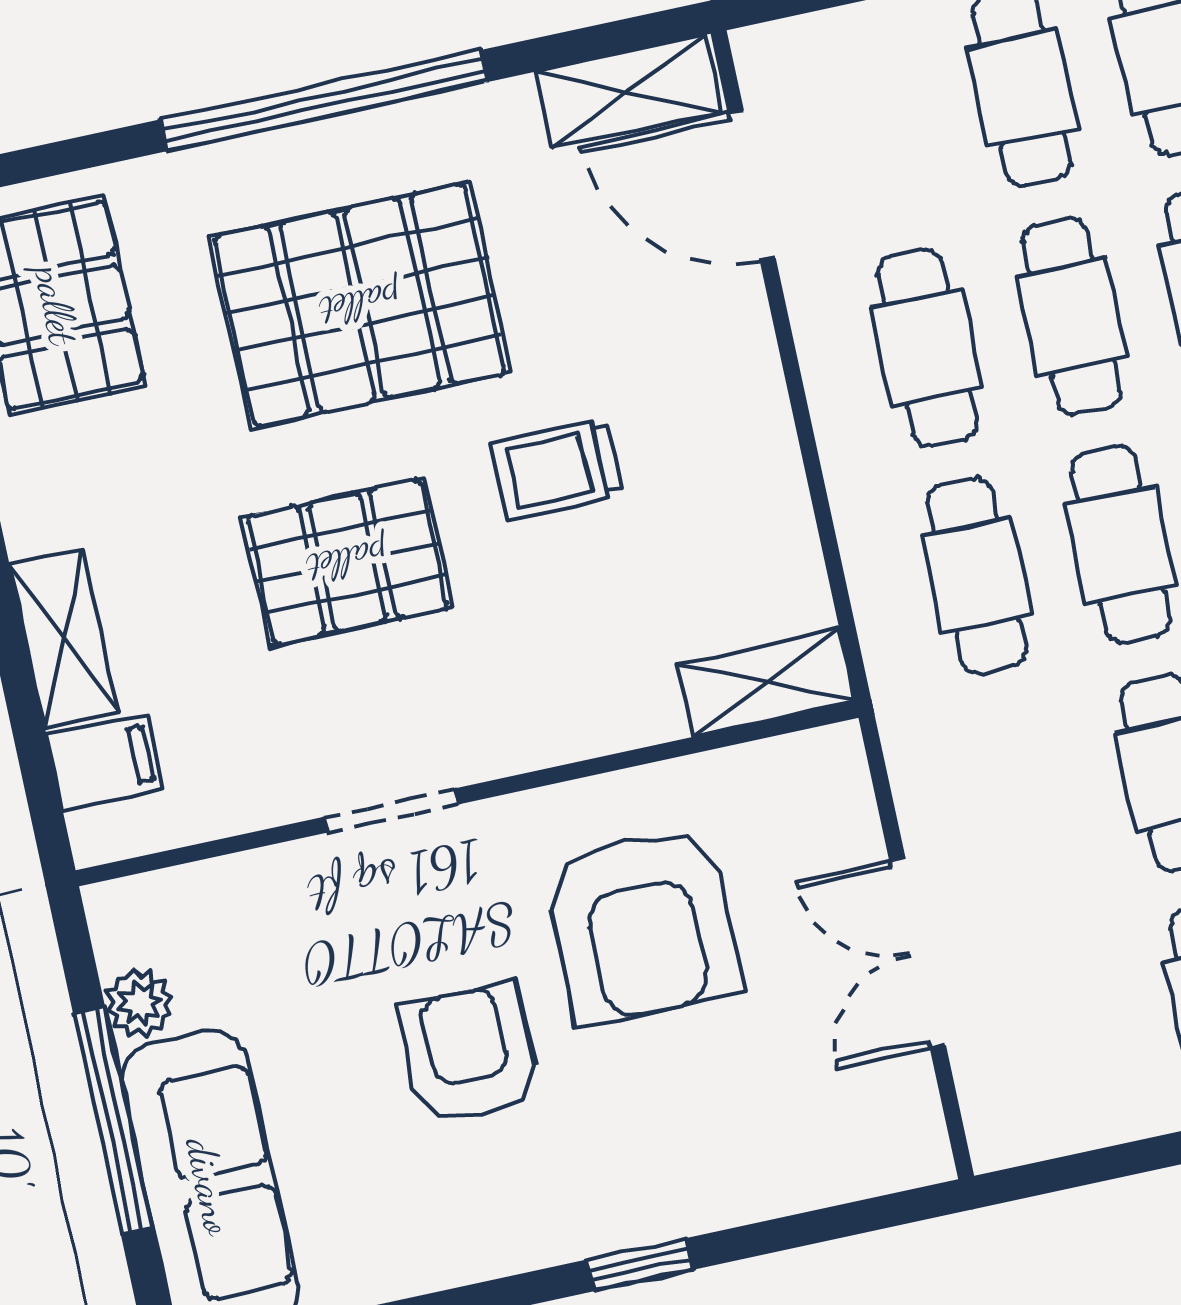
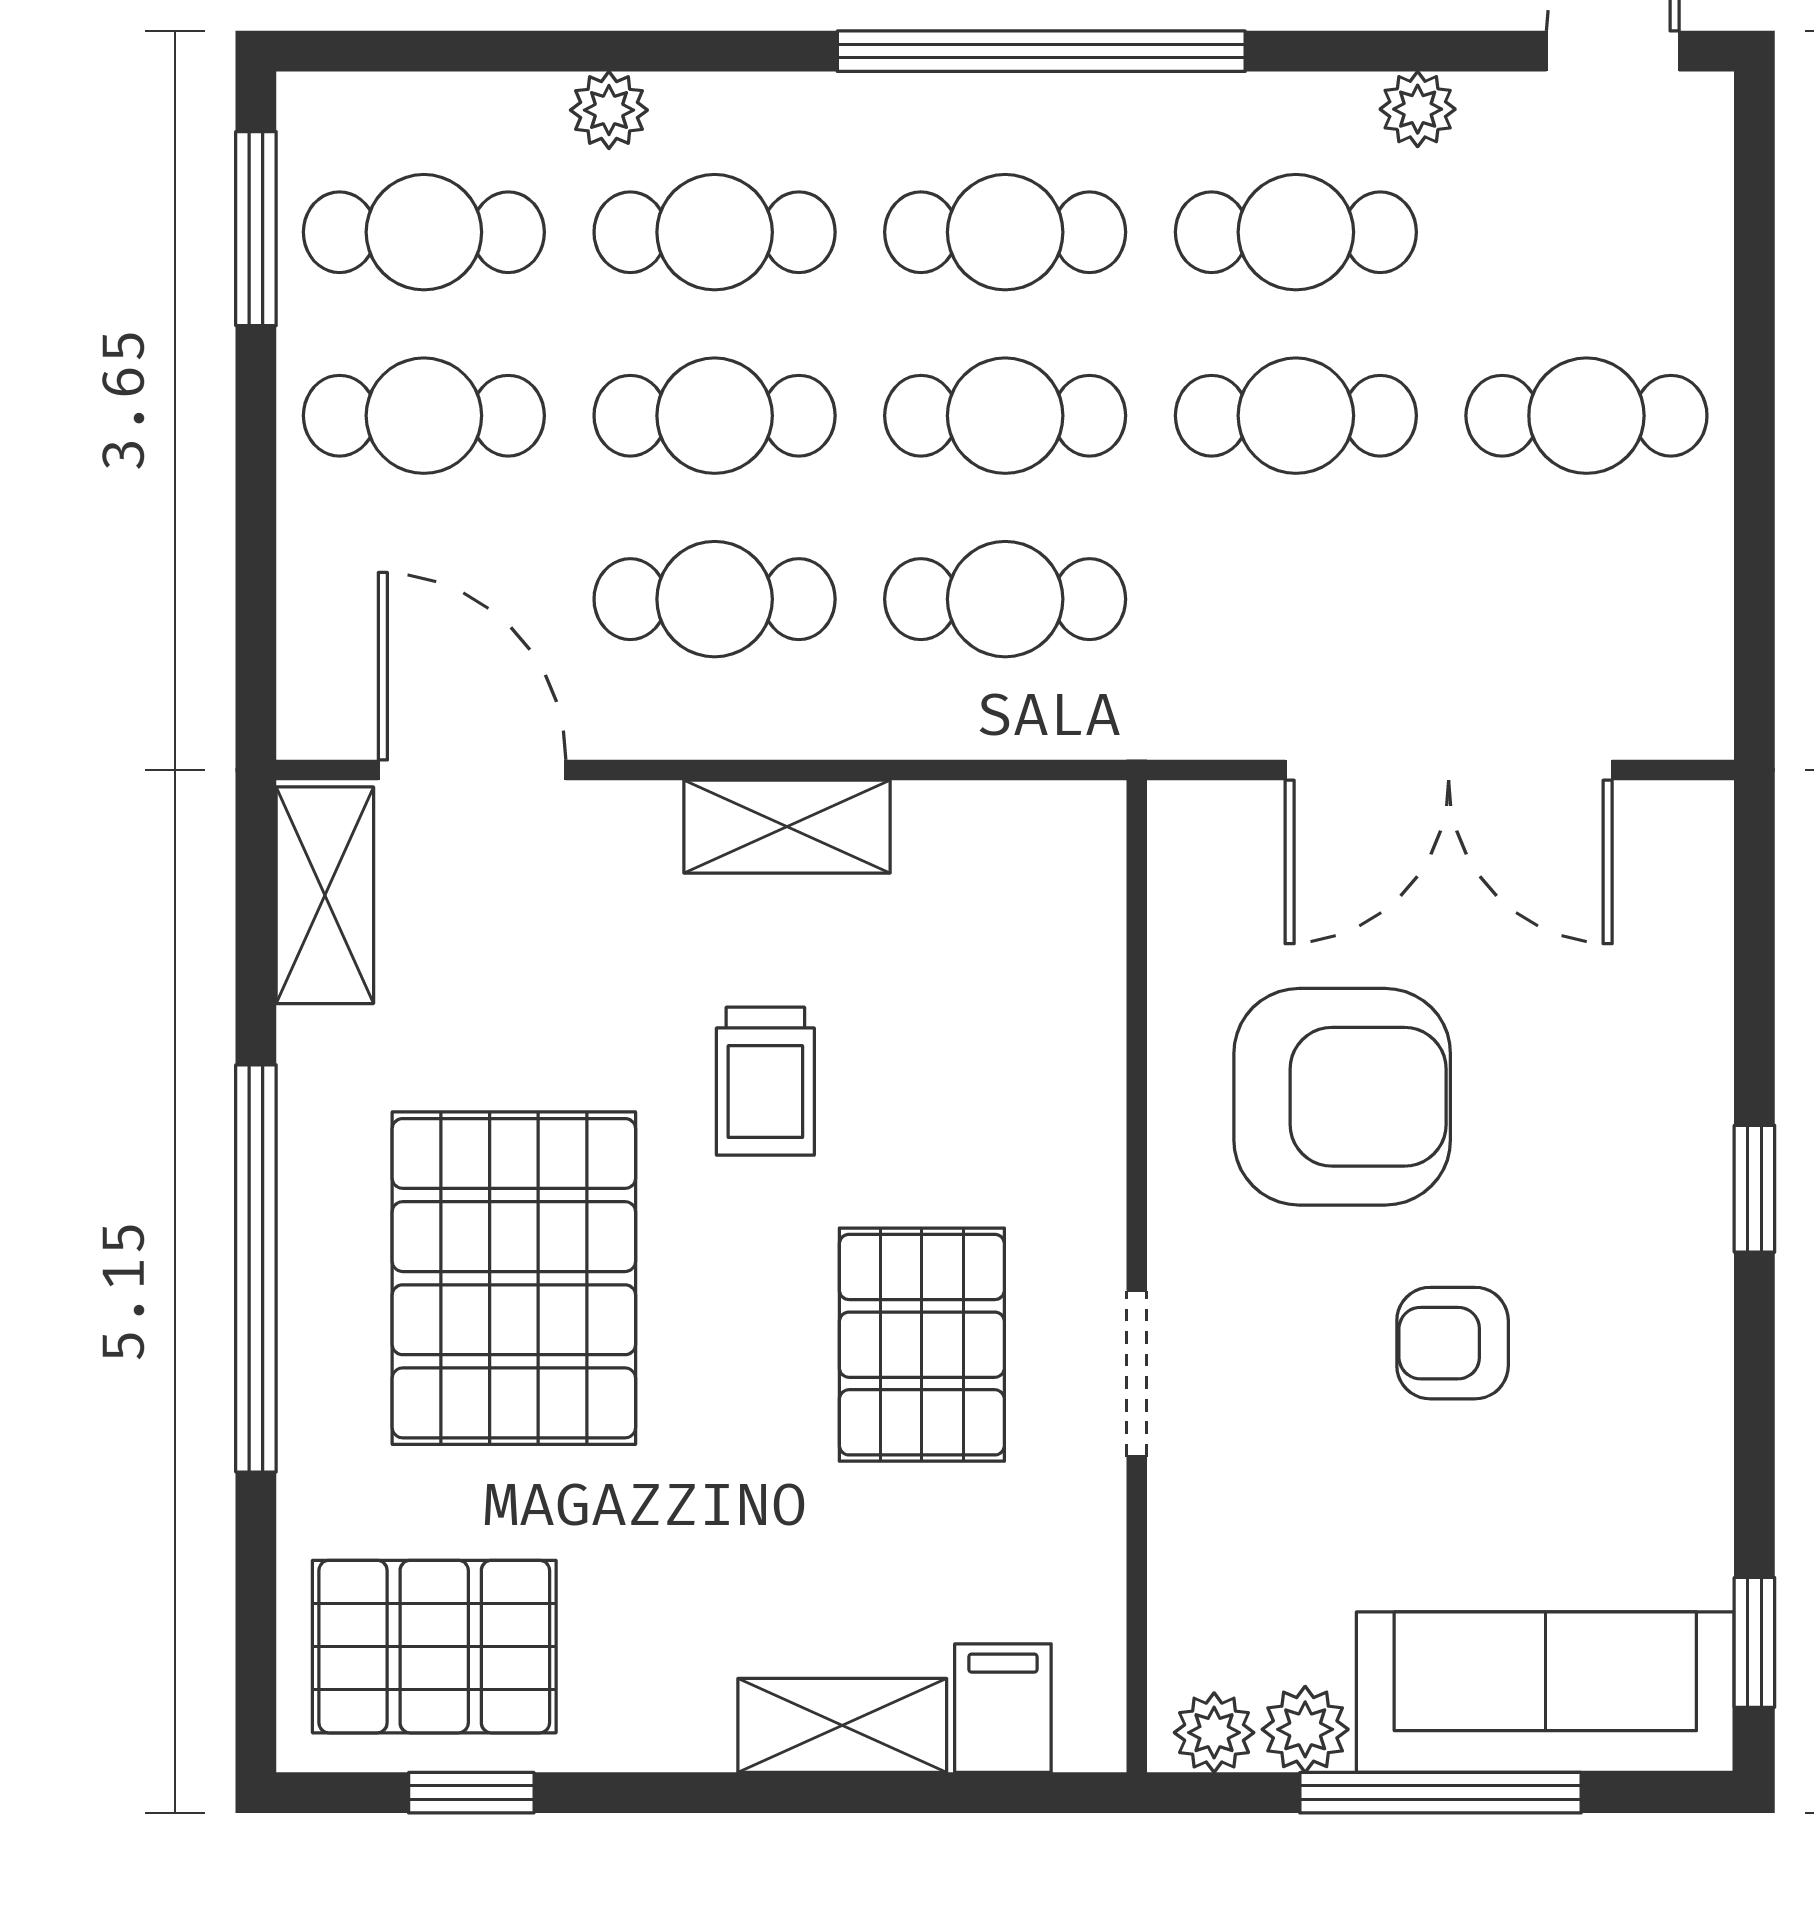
door: (752, 186) -> (472, 770), swing flipped
pallet: (347, 562) -> (922, 1345), moved
shelving: (766, 683) -> (787, 827), moved, turned 90
plant: (122, 932) -> (1214, 1733), added
double door: (918, 953) -> (1449, 770), width x1.37
armchair: (468, 1053) -> (1453, 1343), width x0.72, depth x0.72

